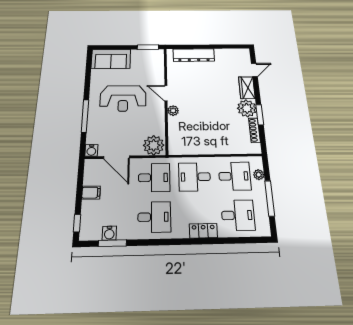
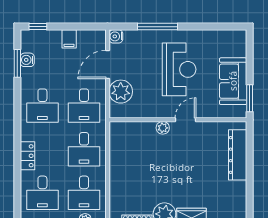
sofa: (111, 59) -> (233, 81), moved
reception desk: (123, 98) -> (179, 69), turned 180
plant: (154, 145) -> (121, 92), moved
desk: (194, 177) -> (84, 149), turned 180

